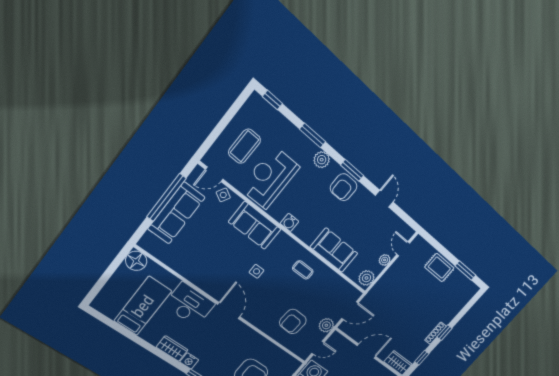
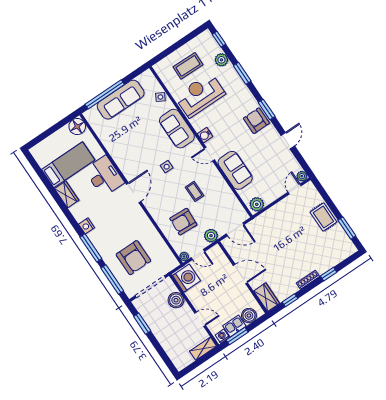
plant: (322, 160) -> (221, 60), moved
door: (214, 174) -> (209, 154), moved
armchair: (344, 187) -> (256, 121), turned 90
window: (166, 197) -> (105, 94), moved
plant: (385, 260) -> (302, 176), moved
coffee table: (303, 270) -> (194, 191), moved
window: (444, 333) -> (329, 274), moved
wardrobe: (172, 349) -> (67, 195), moved
plant: (304, 355) -> (184, 256), added

